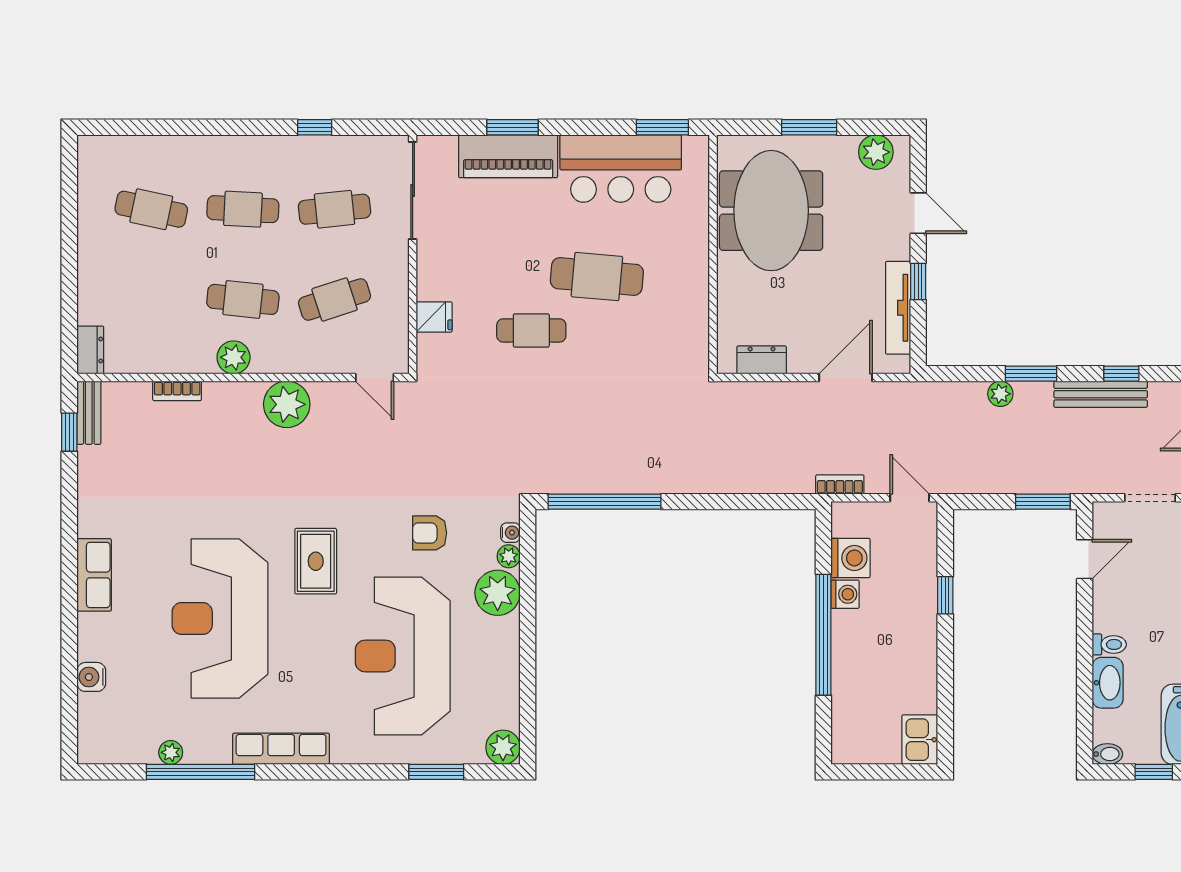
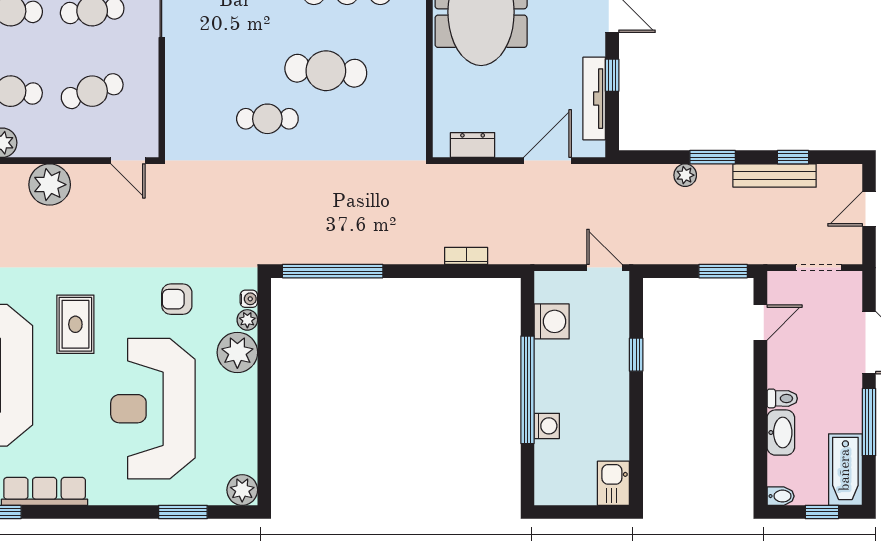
fridge: (434, 317) -> (181, 107), removed
bookcase: (840, 484) -> (466, 256), moved
washing machine: (845, 594) -> (547, 426), moved

